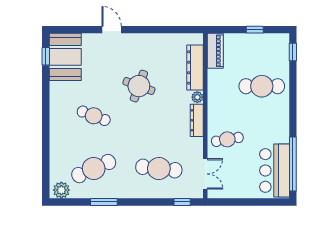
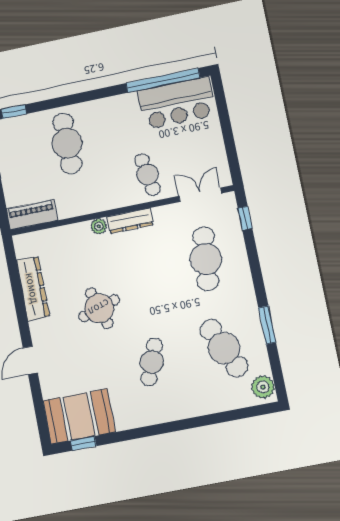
dresser: (195, 68) -> (33, 288), moved, turned -90
round table: (139, 86) -> (99, 308), turned -38

